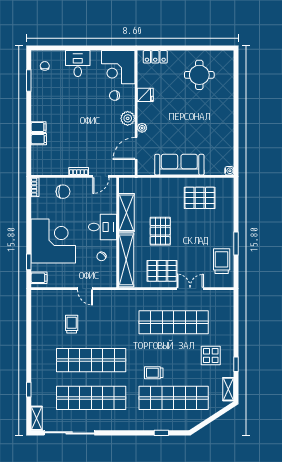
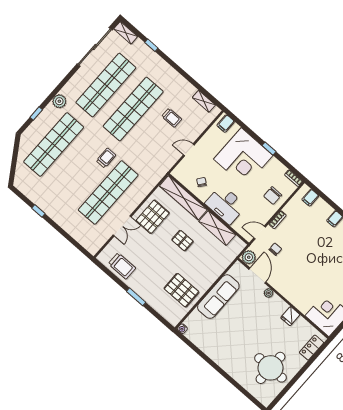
round table: (199, 75) -> (270, 368), width x1.36, depth x1.36
chair: (115, 96) -> (275, 249), moved
plant: (128, 118) -> (249, 257), moved
filing cabinet: (39, 139) -> (310, 198), moved
door: (101, 176) -> (260, 233), hinge flipped
pallet: (200, 198) -> (181, 290), turned 90
desk: (102, 227) -> (226, 205), width x1.37
pallet: (160, 231) -> (183, 241), width x0.67, depth x0.71
window: (236, 243) -> (136, 297), moved
window: (29, 262) -> (269, 148), moved
display table: (211, 356) -> (61, 198), removed
trolley: (154, 373) -> (106, 158), moved
shelving: (228, 389) -> (204, 101), moved
plant: (136, 423) -> (59, 101), added

